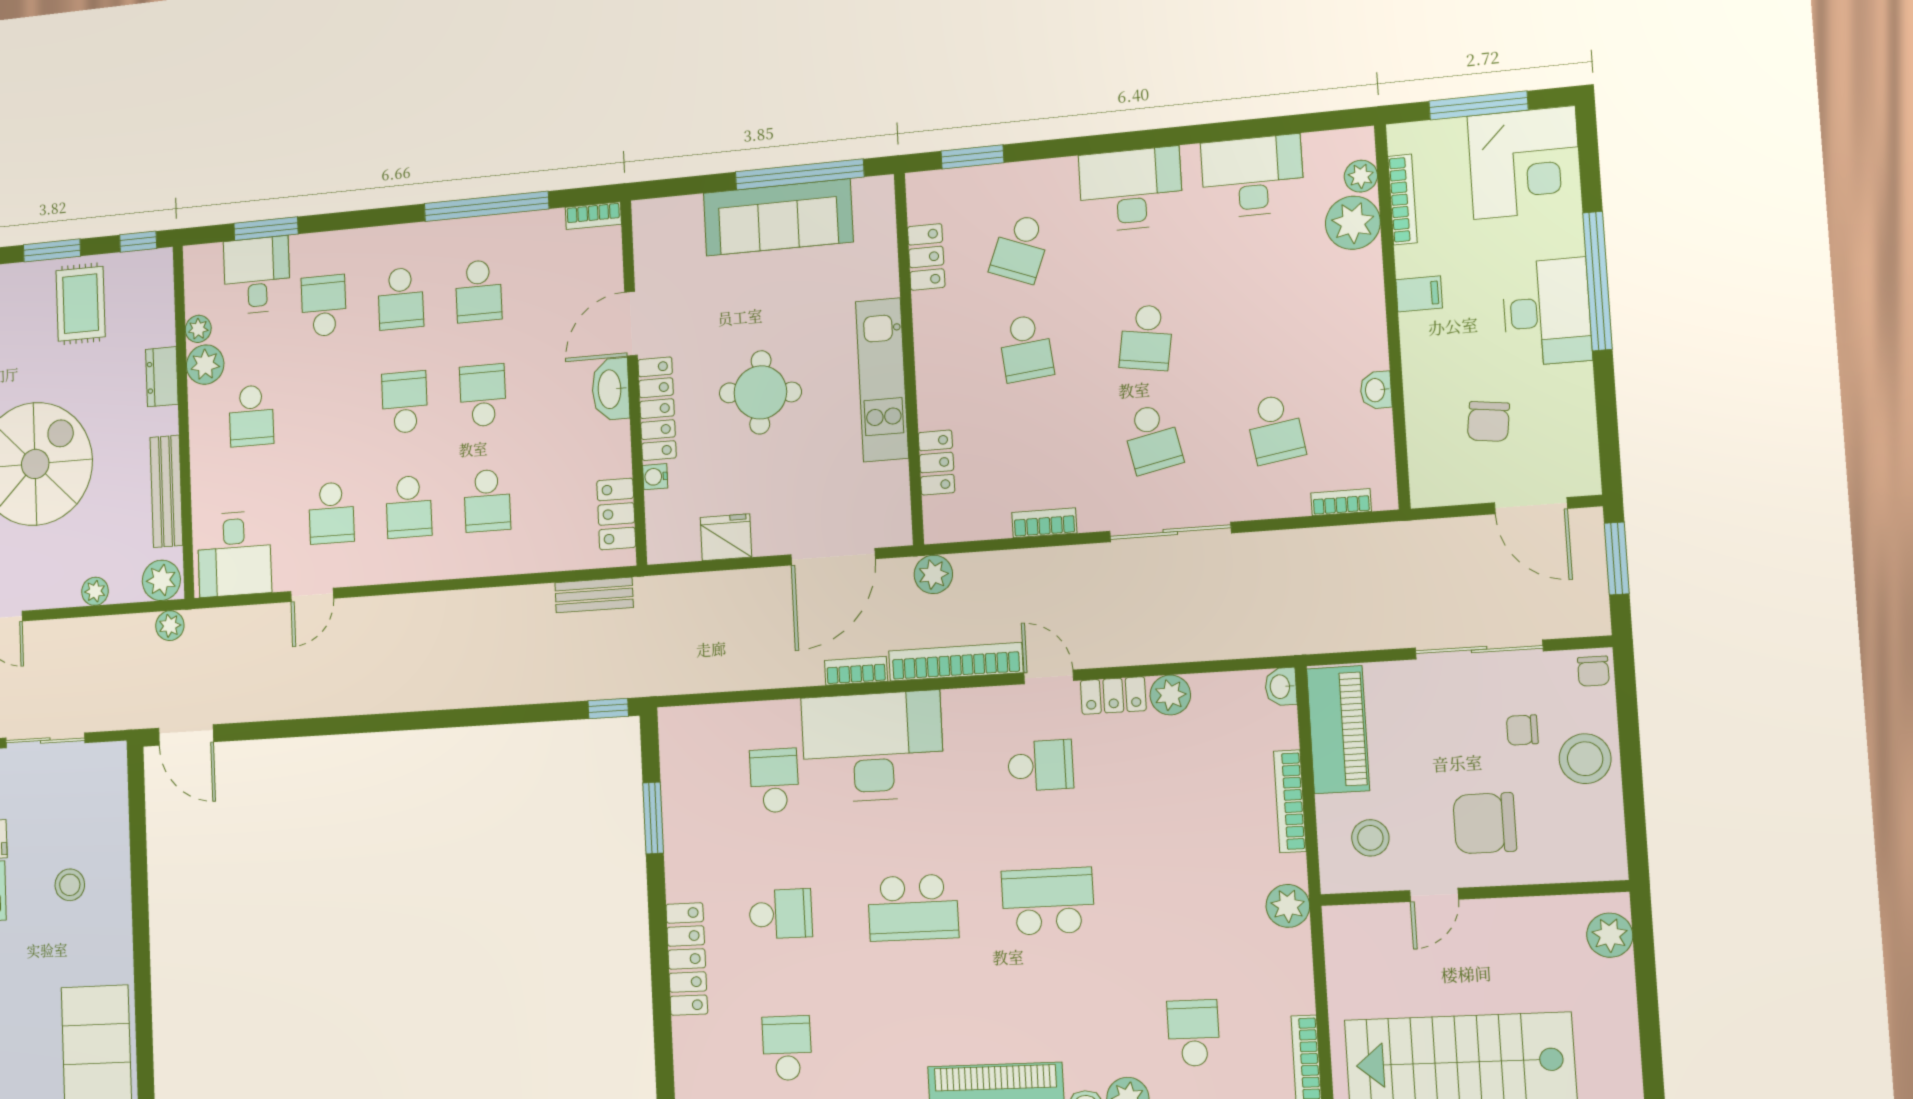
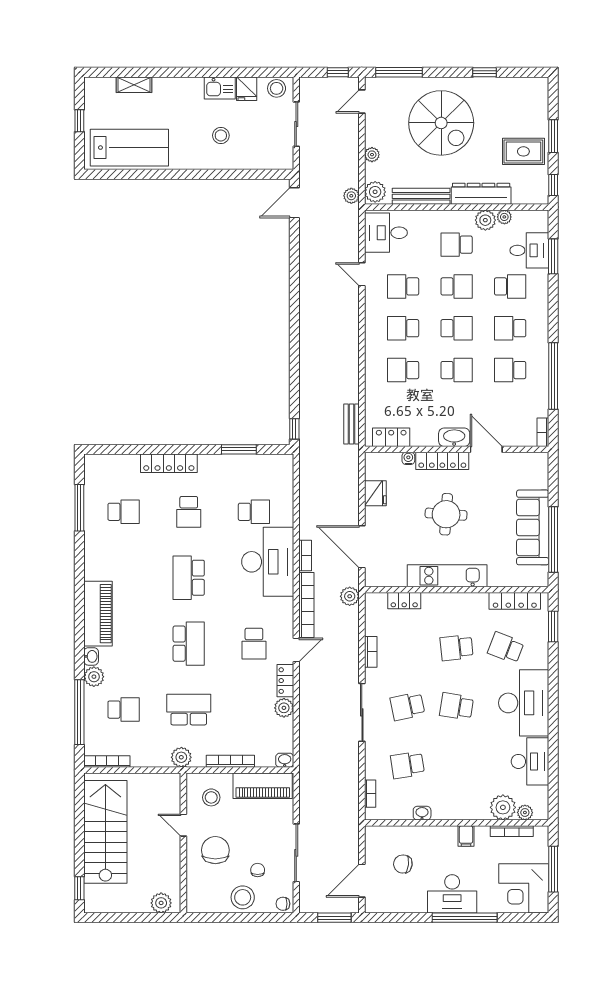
desk: (1131, 189) -> (524, 703), width x1.36, depth x1.30
locker: (926, 257) -> (515, 601), width x1.53
dresser: (162, 377) -> (481, 194), width x1.96, depth x1.24
school desk: (328, 409) -> (457, 286), added
school desk: (1185, 895) -> (189, 710), added

